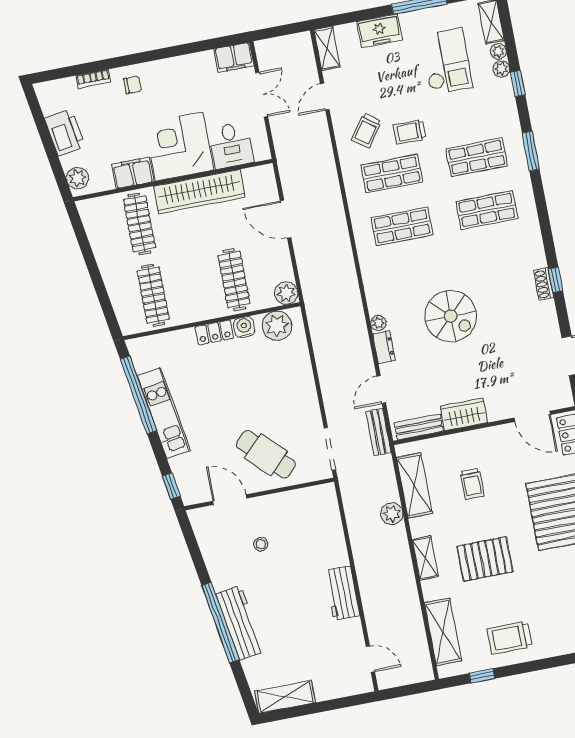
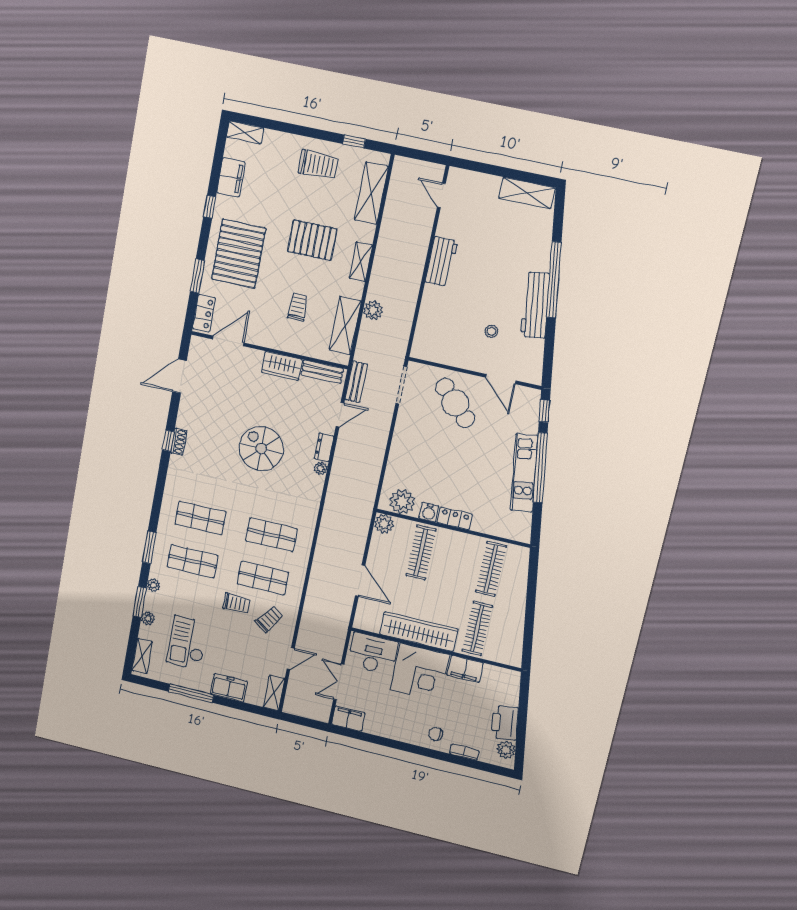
plant: (498, 51) -> (153, 585), moved
window: (518, 84) -> (140, 602), width x1.50
desk: (231, 145) -> (373, 654), width x1.37
plant: (78, 178) -> (506, 750), moved
window: (138, 395) -> (540, 468), moved
door: (532, 416) -> (228, 341), hinge flipped
workbench: (240, 623) -> (535, 305), moved

